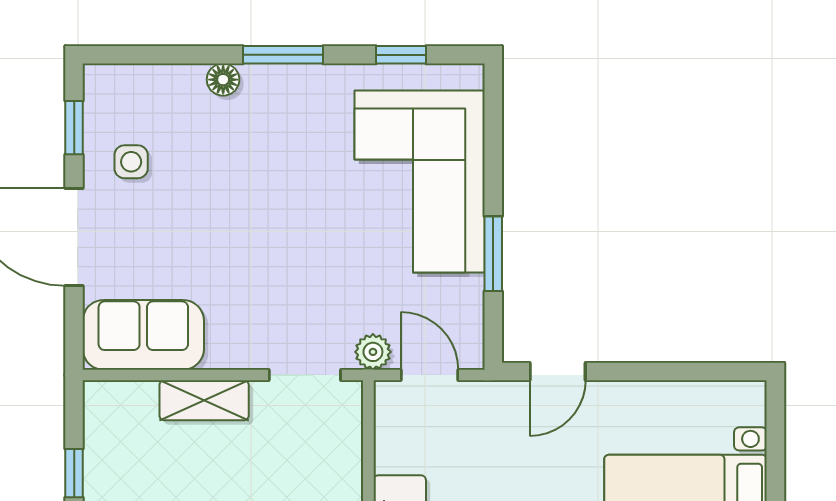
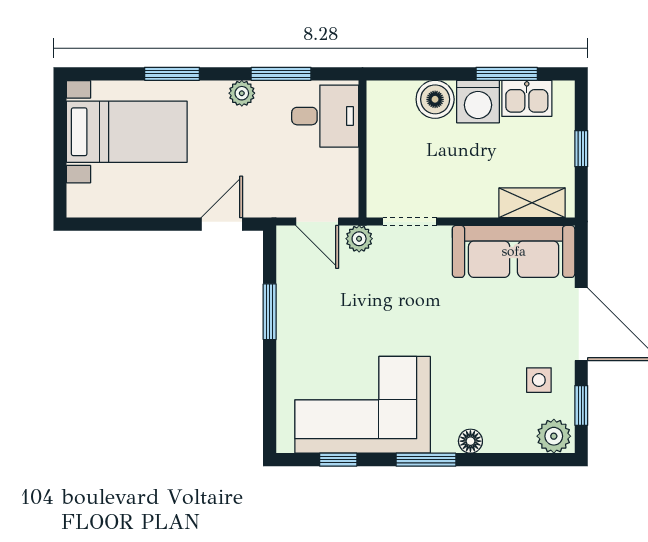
plant: (111, 86) -> (554, 436), added
corner sofa: (420, 181) -> (363, 405), moved, turned -90
sofa: (143, 335) -> (514, 251), width x1.36
shelving: (204, 400) -> (532, 203), moved

